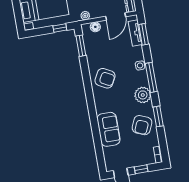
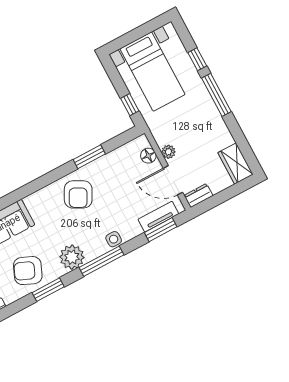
plant: (85, 16) -> (168, 152), moved
window: (81, 46) -> (89, 157), moved

